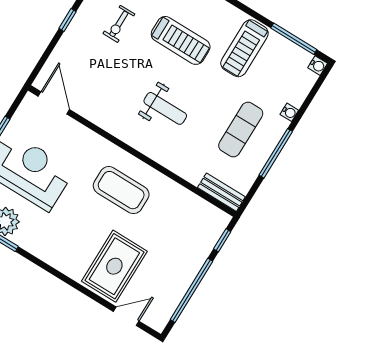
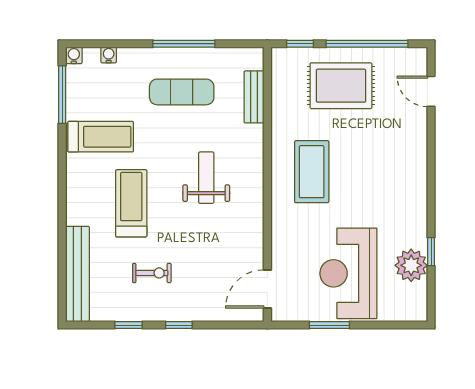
water cooler: (289, 112) -> (109, 55), moved
bench: (221, 192) -> (254, 97), moved
rug: (114, 266) -> (341, 86), moved

